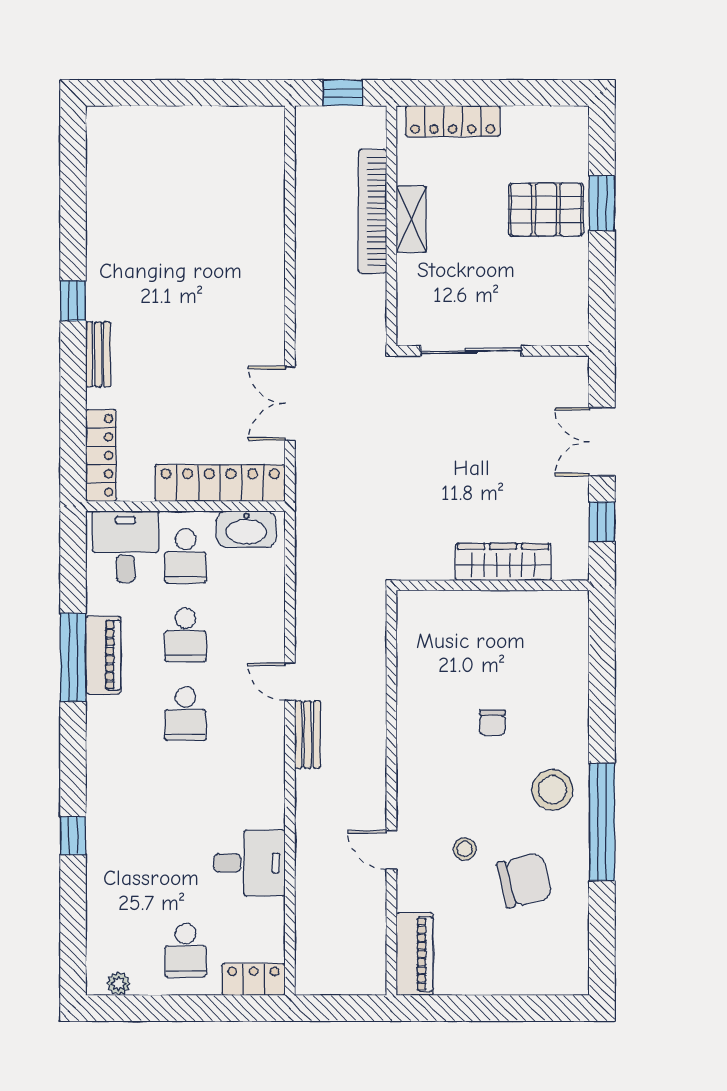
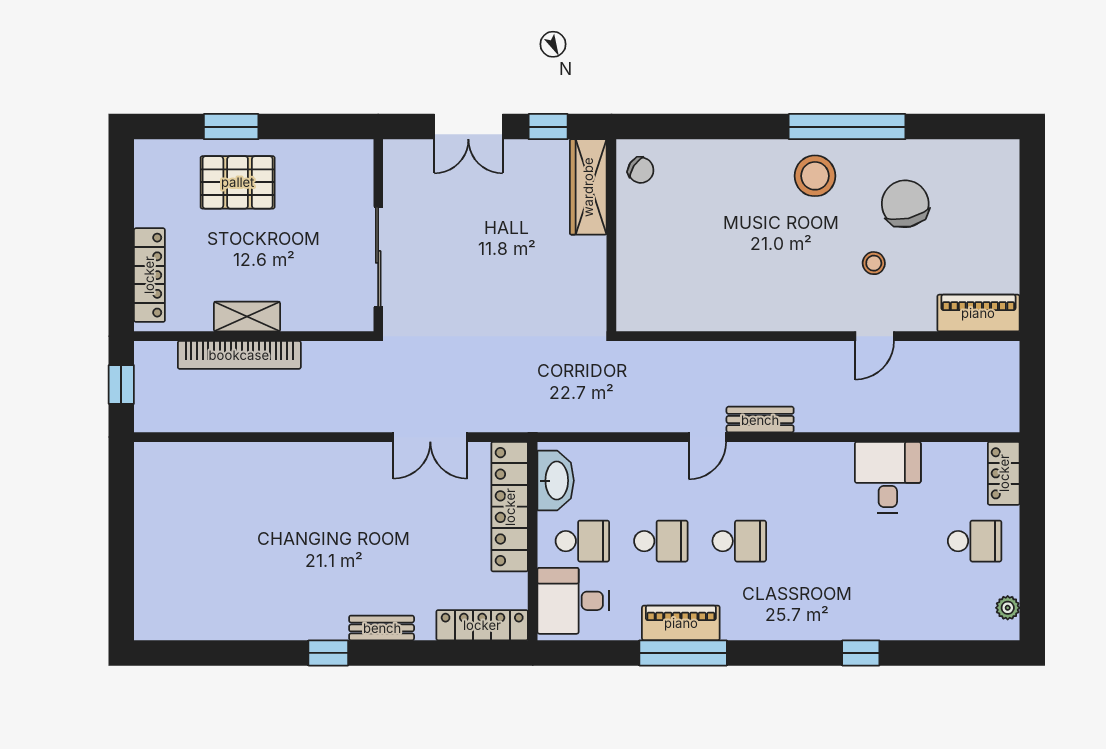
pallet: (546, 210) -> (238, 182), turned 90
wardrobe: (503, 562) -> (588, 187), moved
chair: (492, 723) -> (641, 170), moved, turned 33

